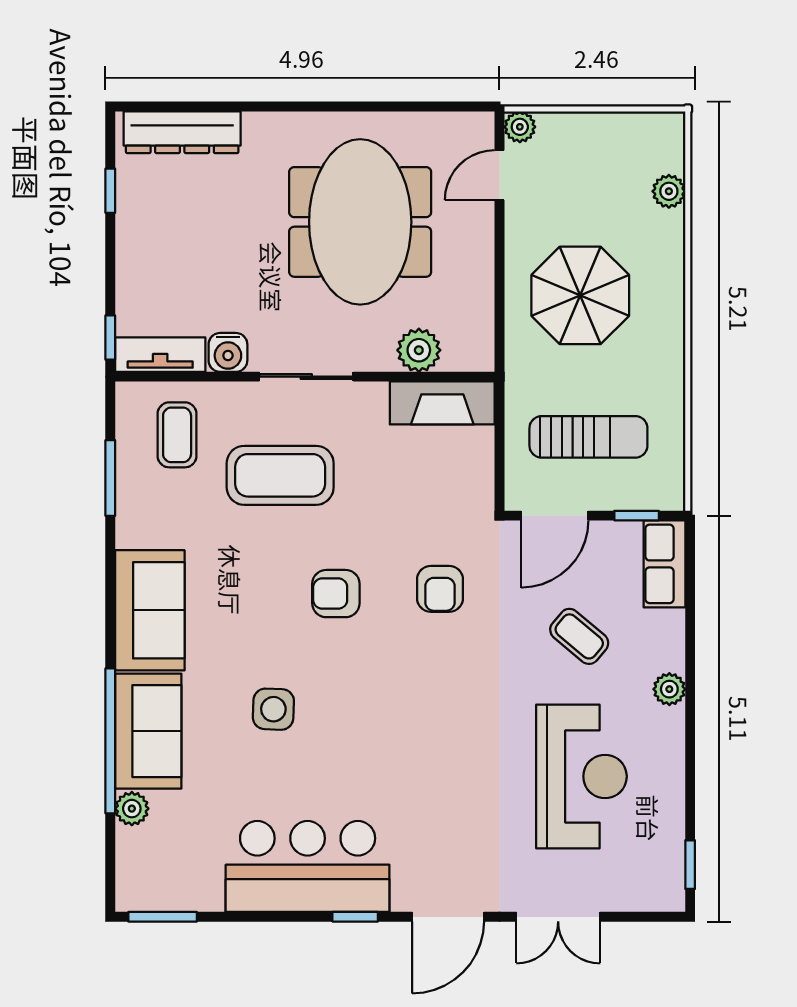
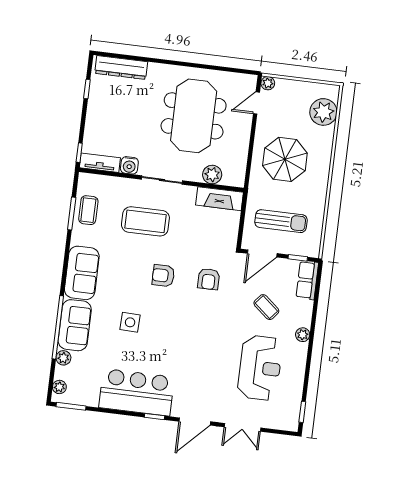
plant: (669, 191) -> (323, 112), width x1.88, depth x1.88
coffee table: (177, 435) -> (88, 210), moved
plant: (131, 876) -> (59, 387), added

